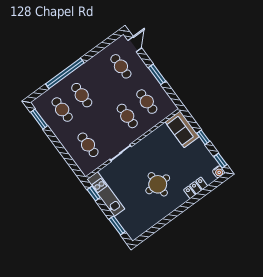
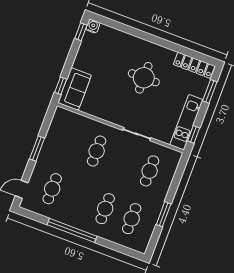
window: (65, 73) -> (72, 230), moved
cafe table: (147, 102) -> (70, 141), removed
window: (39, 119) -> (164, 214), moved
window: (203, 137) -> (61, 86), moved
locker: (196, 188) -> (194, 65), moved, width x1.53

